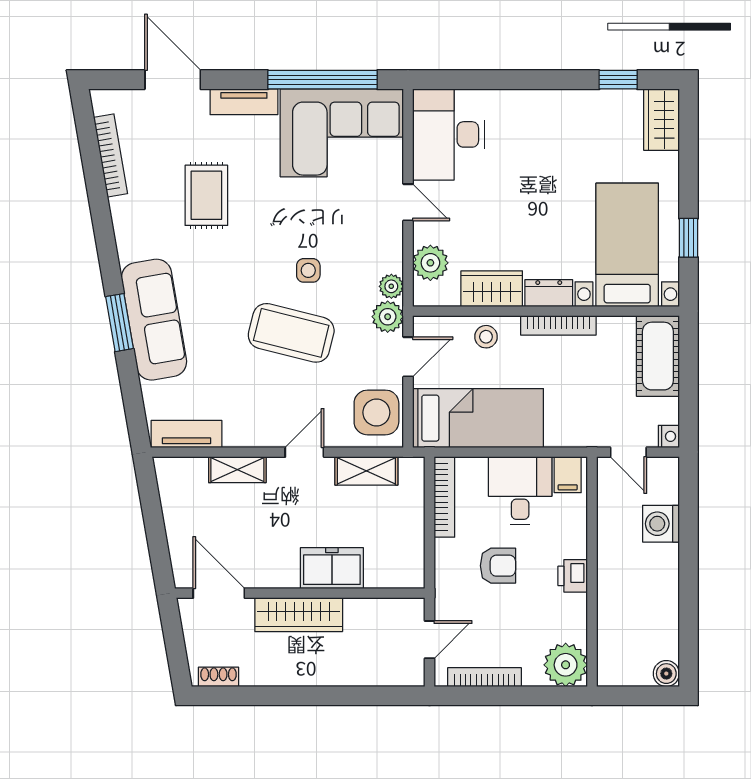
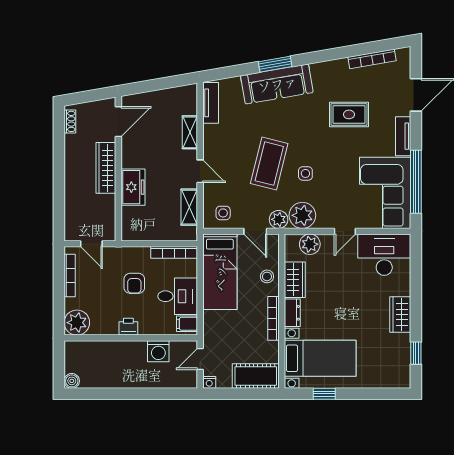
wardrobe: (661, 120) -> (400, 315), moved, turned -90
plant: (391, 286) -> (302, 215), width x1.88, depth x1.88
side table: (376, 412) -> (223, 213), width x0.54, depth x0.54
washing machine: (661, 524) -> (158, 351), moved, turned 180

